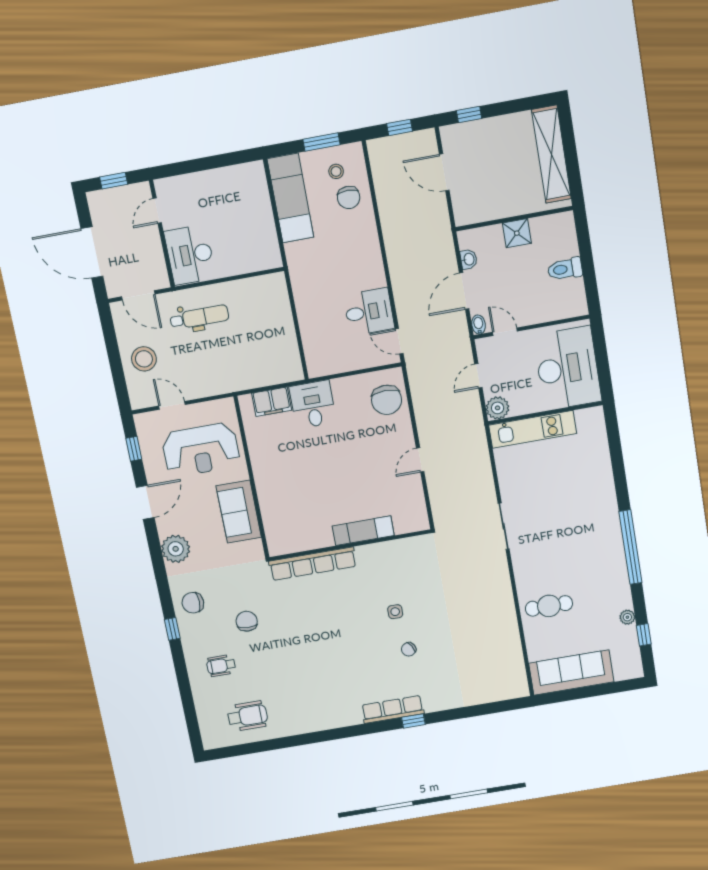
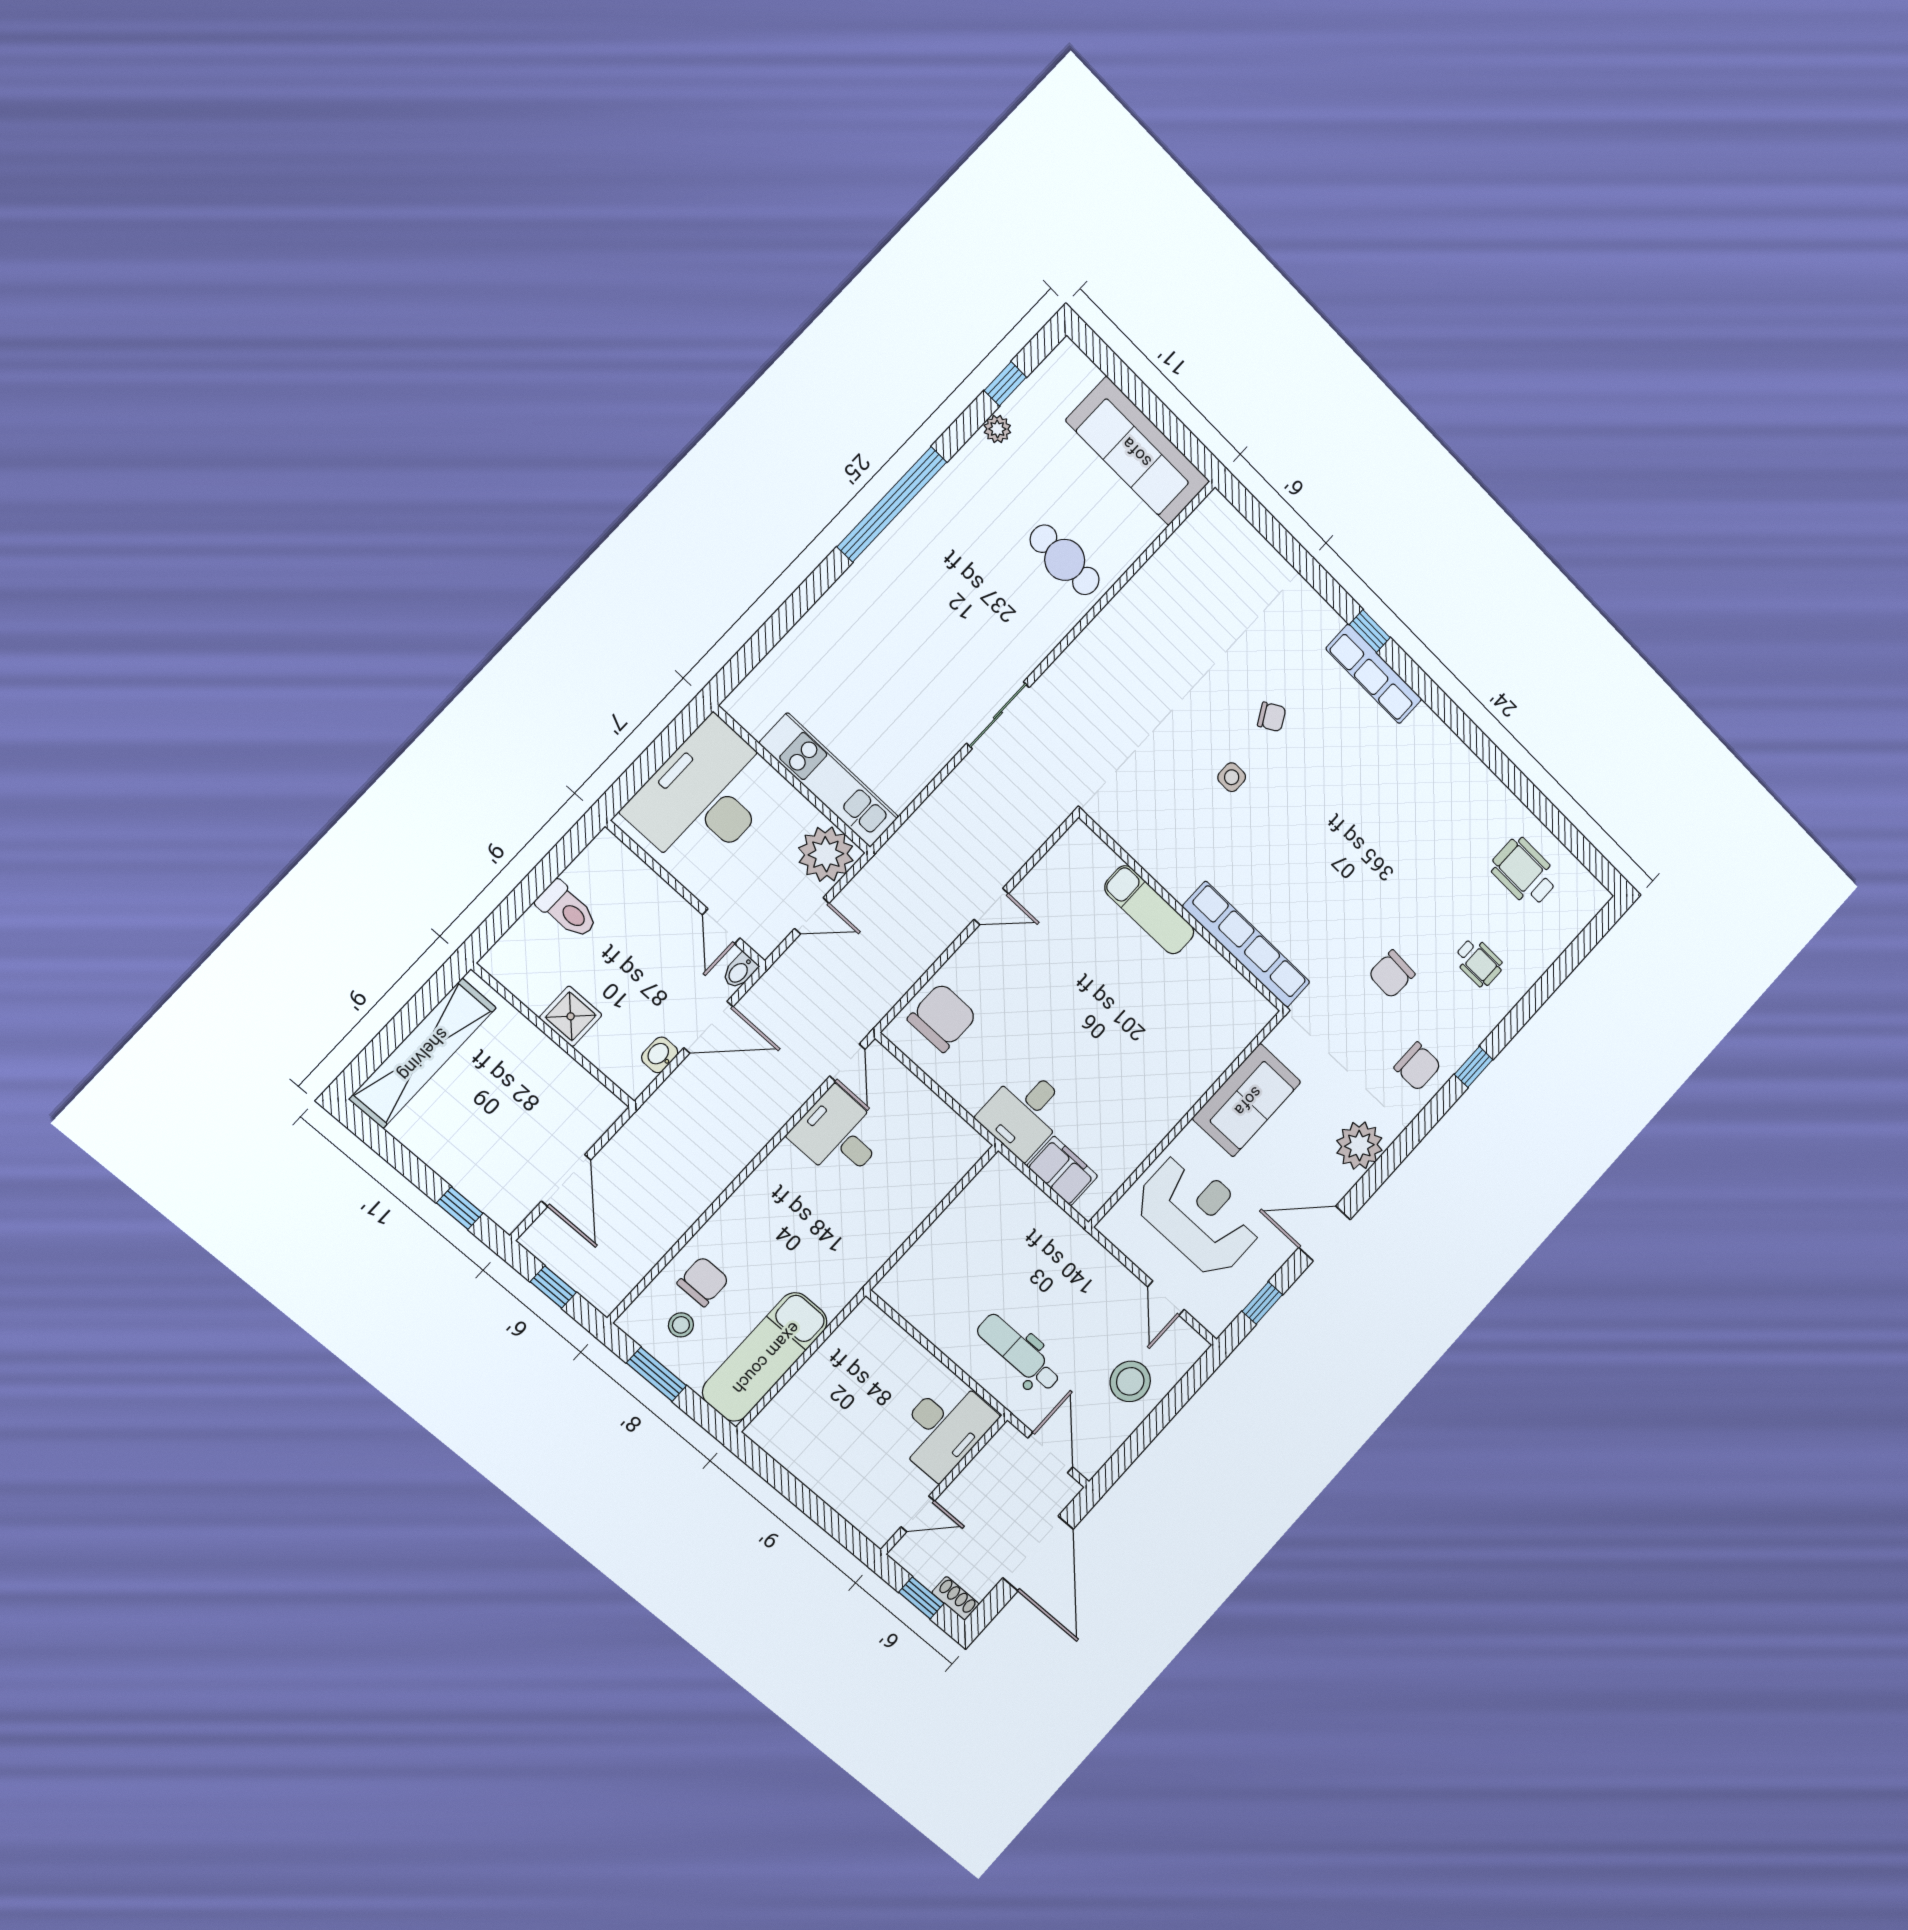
shoe rack: (100, 197) -> (955, 1598), added
plant: (498, 408) -> (826, 854), width x1.36, depth x1.36

